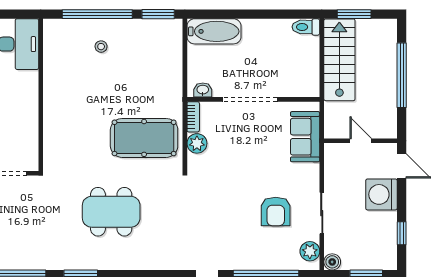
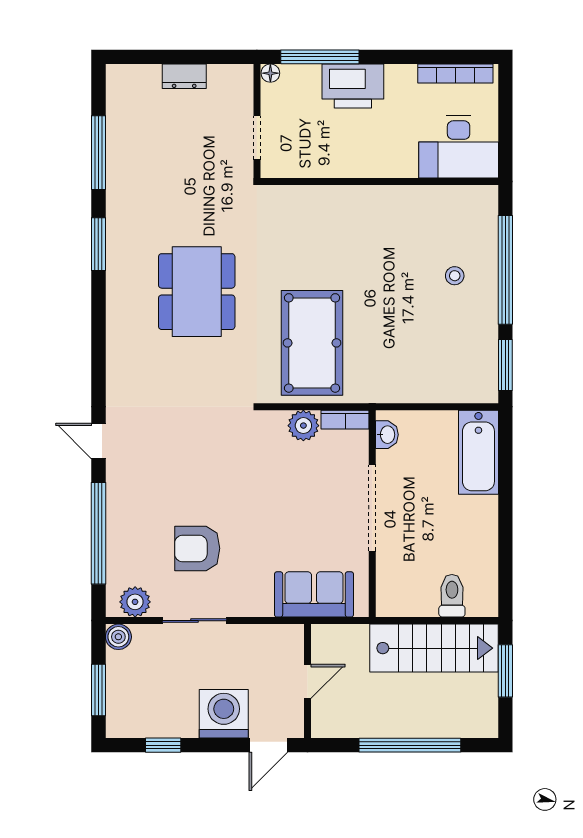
toilet: (306, 27) -> (452, 596), moved

